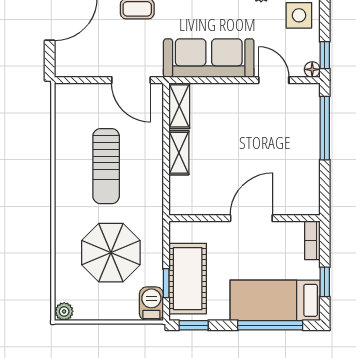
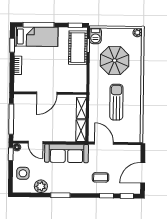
wall: (244, 218) -> (50, 93), moved
door: (251, 218) -> (47, 93), moved

